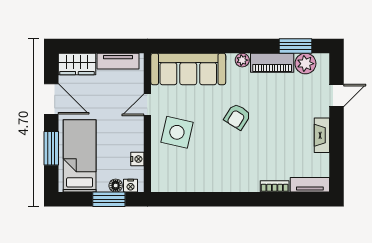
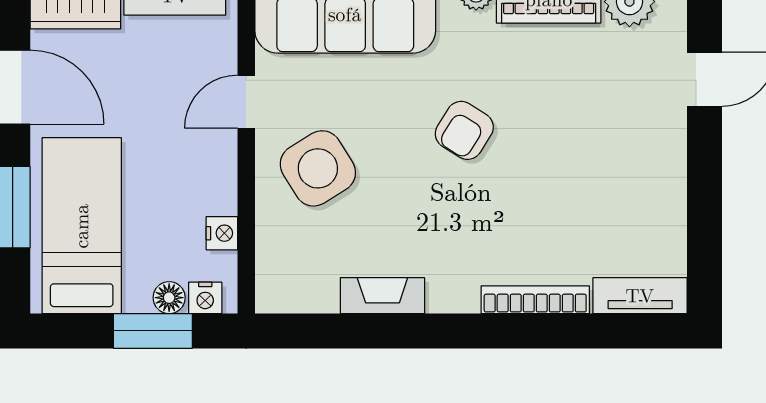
side table: (177, 132) -> (318, 168), turned 45
fireplace: (322, 135) -> (382, 296), moved, turned 90
bookcase: (275, 186) -> (535, 300), width x1.56

